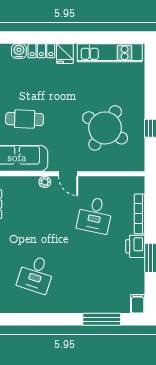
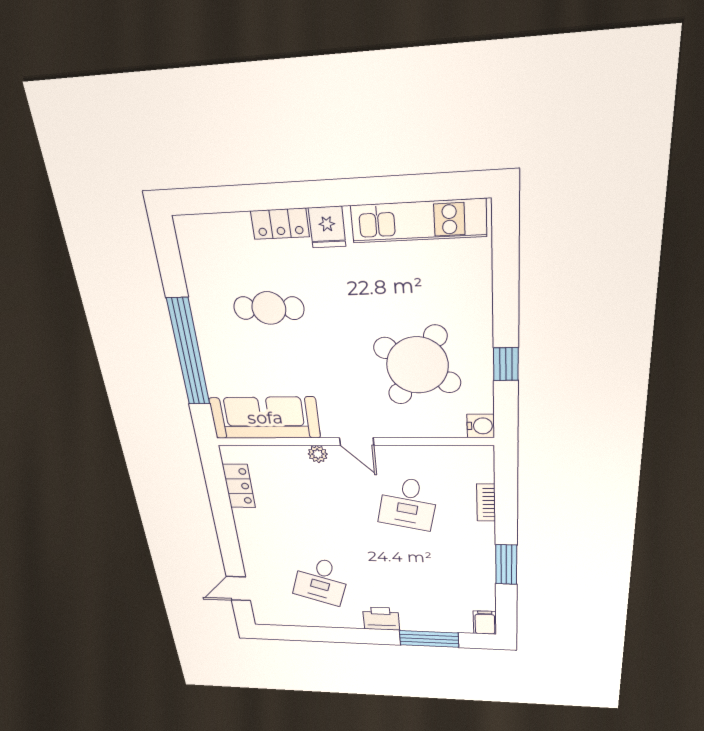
water cooler: (19, 51) -> (481, 426), moved, turned 90
cafe table: (25, 119) -> (269, 308), moved
bookcase: (140, 214) -> (486, 503), width x0.64
printer: (135, 246) -> (381, 619), moved, turned 90

